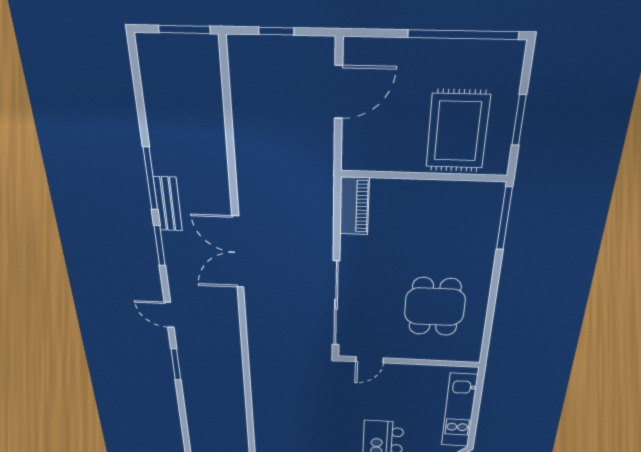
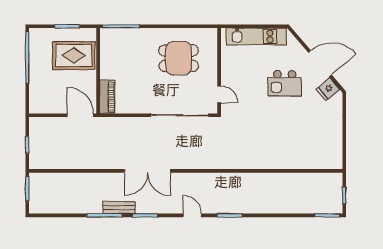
door: (339, 92) -> (80, 115), moved
piano: (354, 206) -> (107, 97), moved, turned 90
door: (169, 315) -> (192, 215), swing flipped

